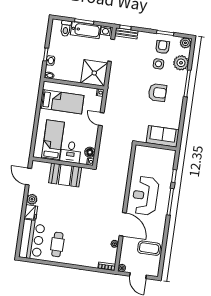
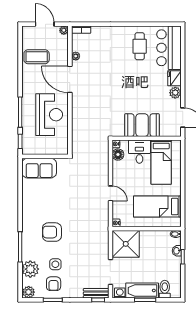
sofa: (163, 136) -> (39, 168), moved
wall: (156, 146) -> (45, 156), moved

